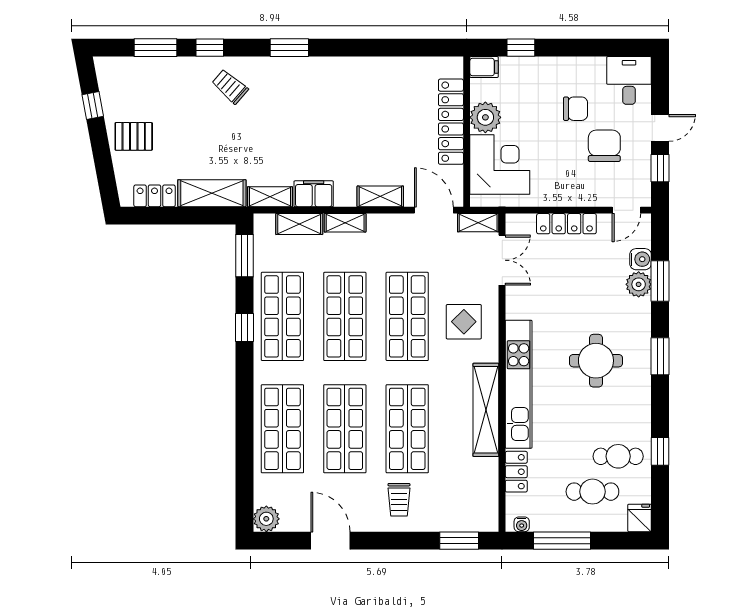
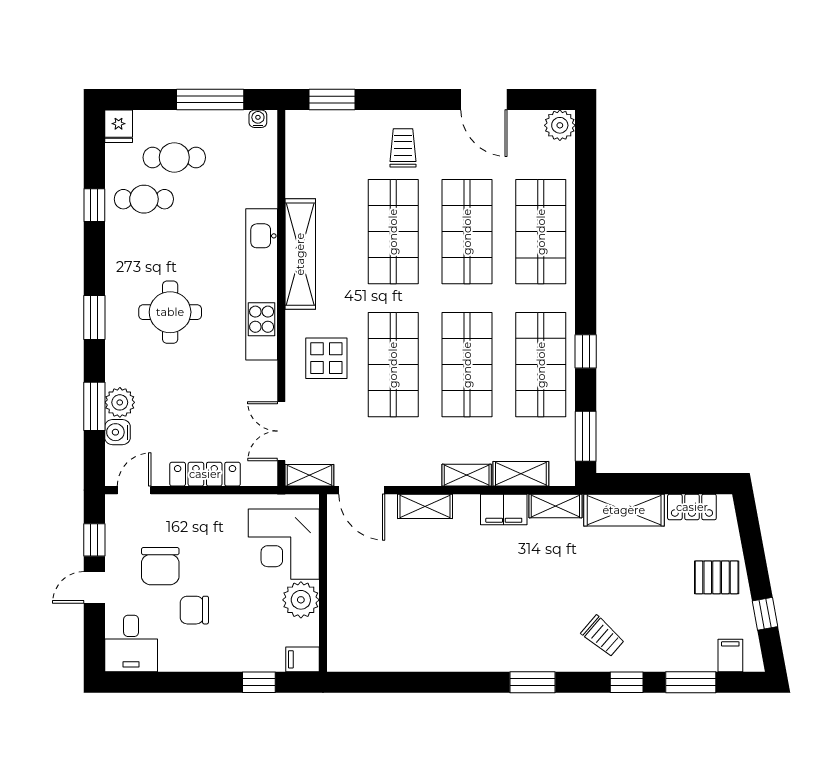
filing cabinet: (122, 70) -> (730, 655), added
locker: (451, 122) -> (342, 595), removed
locker: (516, 472) -> (264, 181), removed

